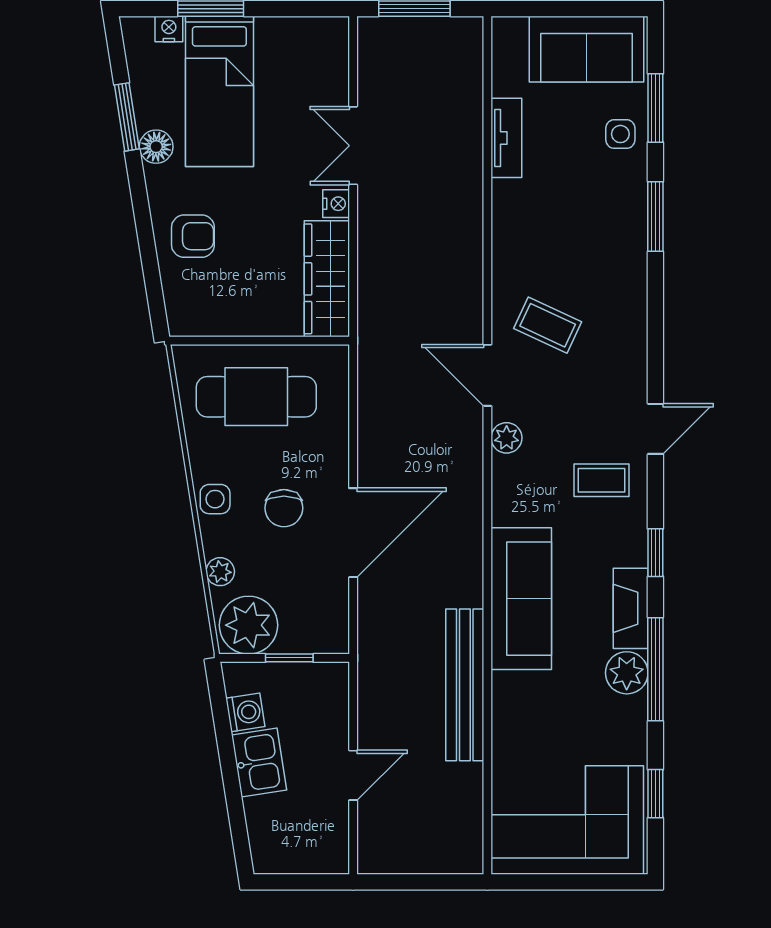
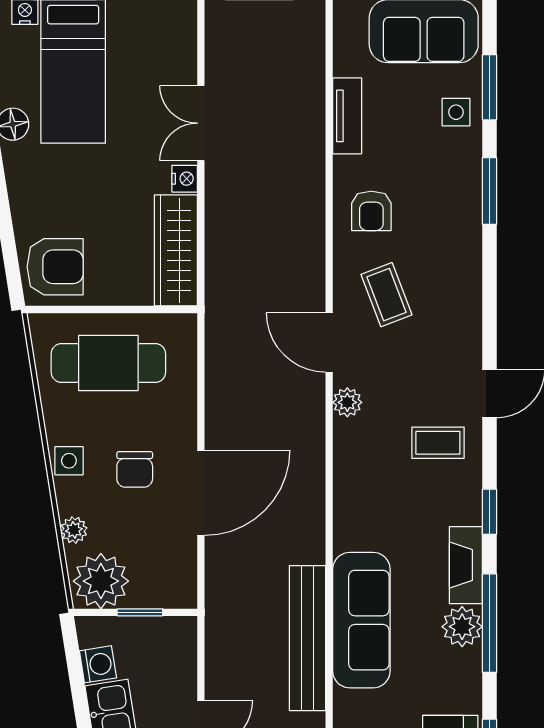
armchair: (193, 236) -> (55, 267), moved, width x1.38, depth x1.38
armchair: (532, 237) -> (371, 211), added
coffee table: (548, 325) -> (386, 295), turned 44
sofa: (521, 599) -> (361, 620), moved

